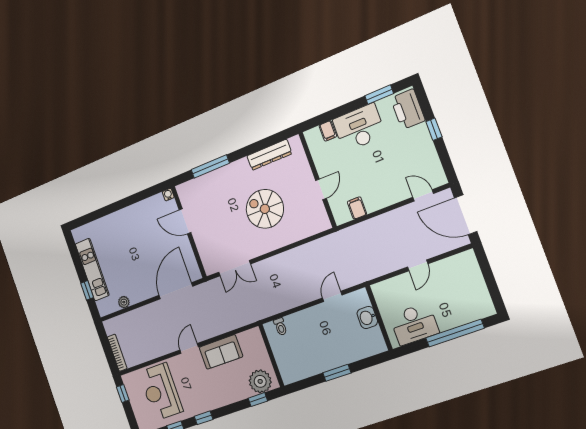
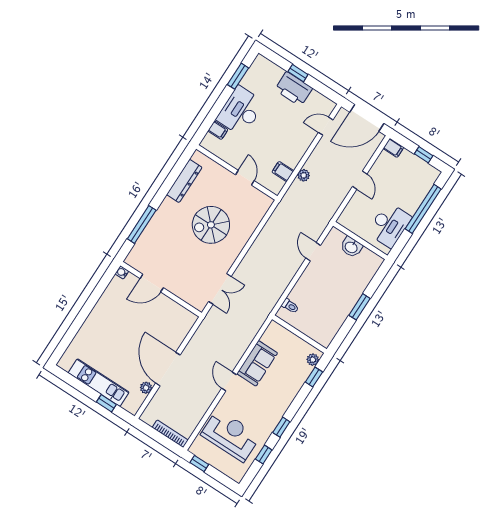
printer: (408, 109) -> (294, 89), moved
plant: (372, 225) -> (304, 175), added
filing cabinet: (469, 259) -> (393, 148), added
window: (492, 286) -> (424, 155), added
door: (176, 291) -> (168, 369), moved
plant: (260, 381) -> (313, 360), width x0.53, depth x0.53
reception desk: (161, 392) -> (231, 435), turned 180

